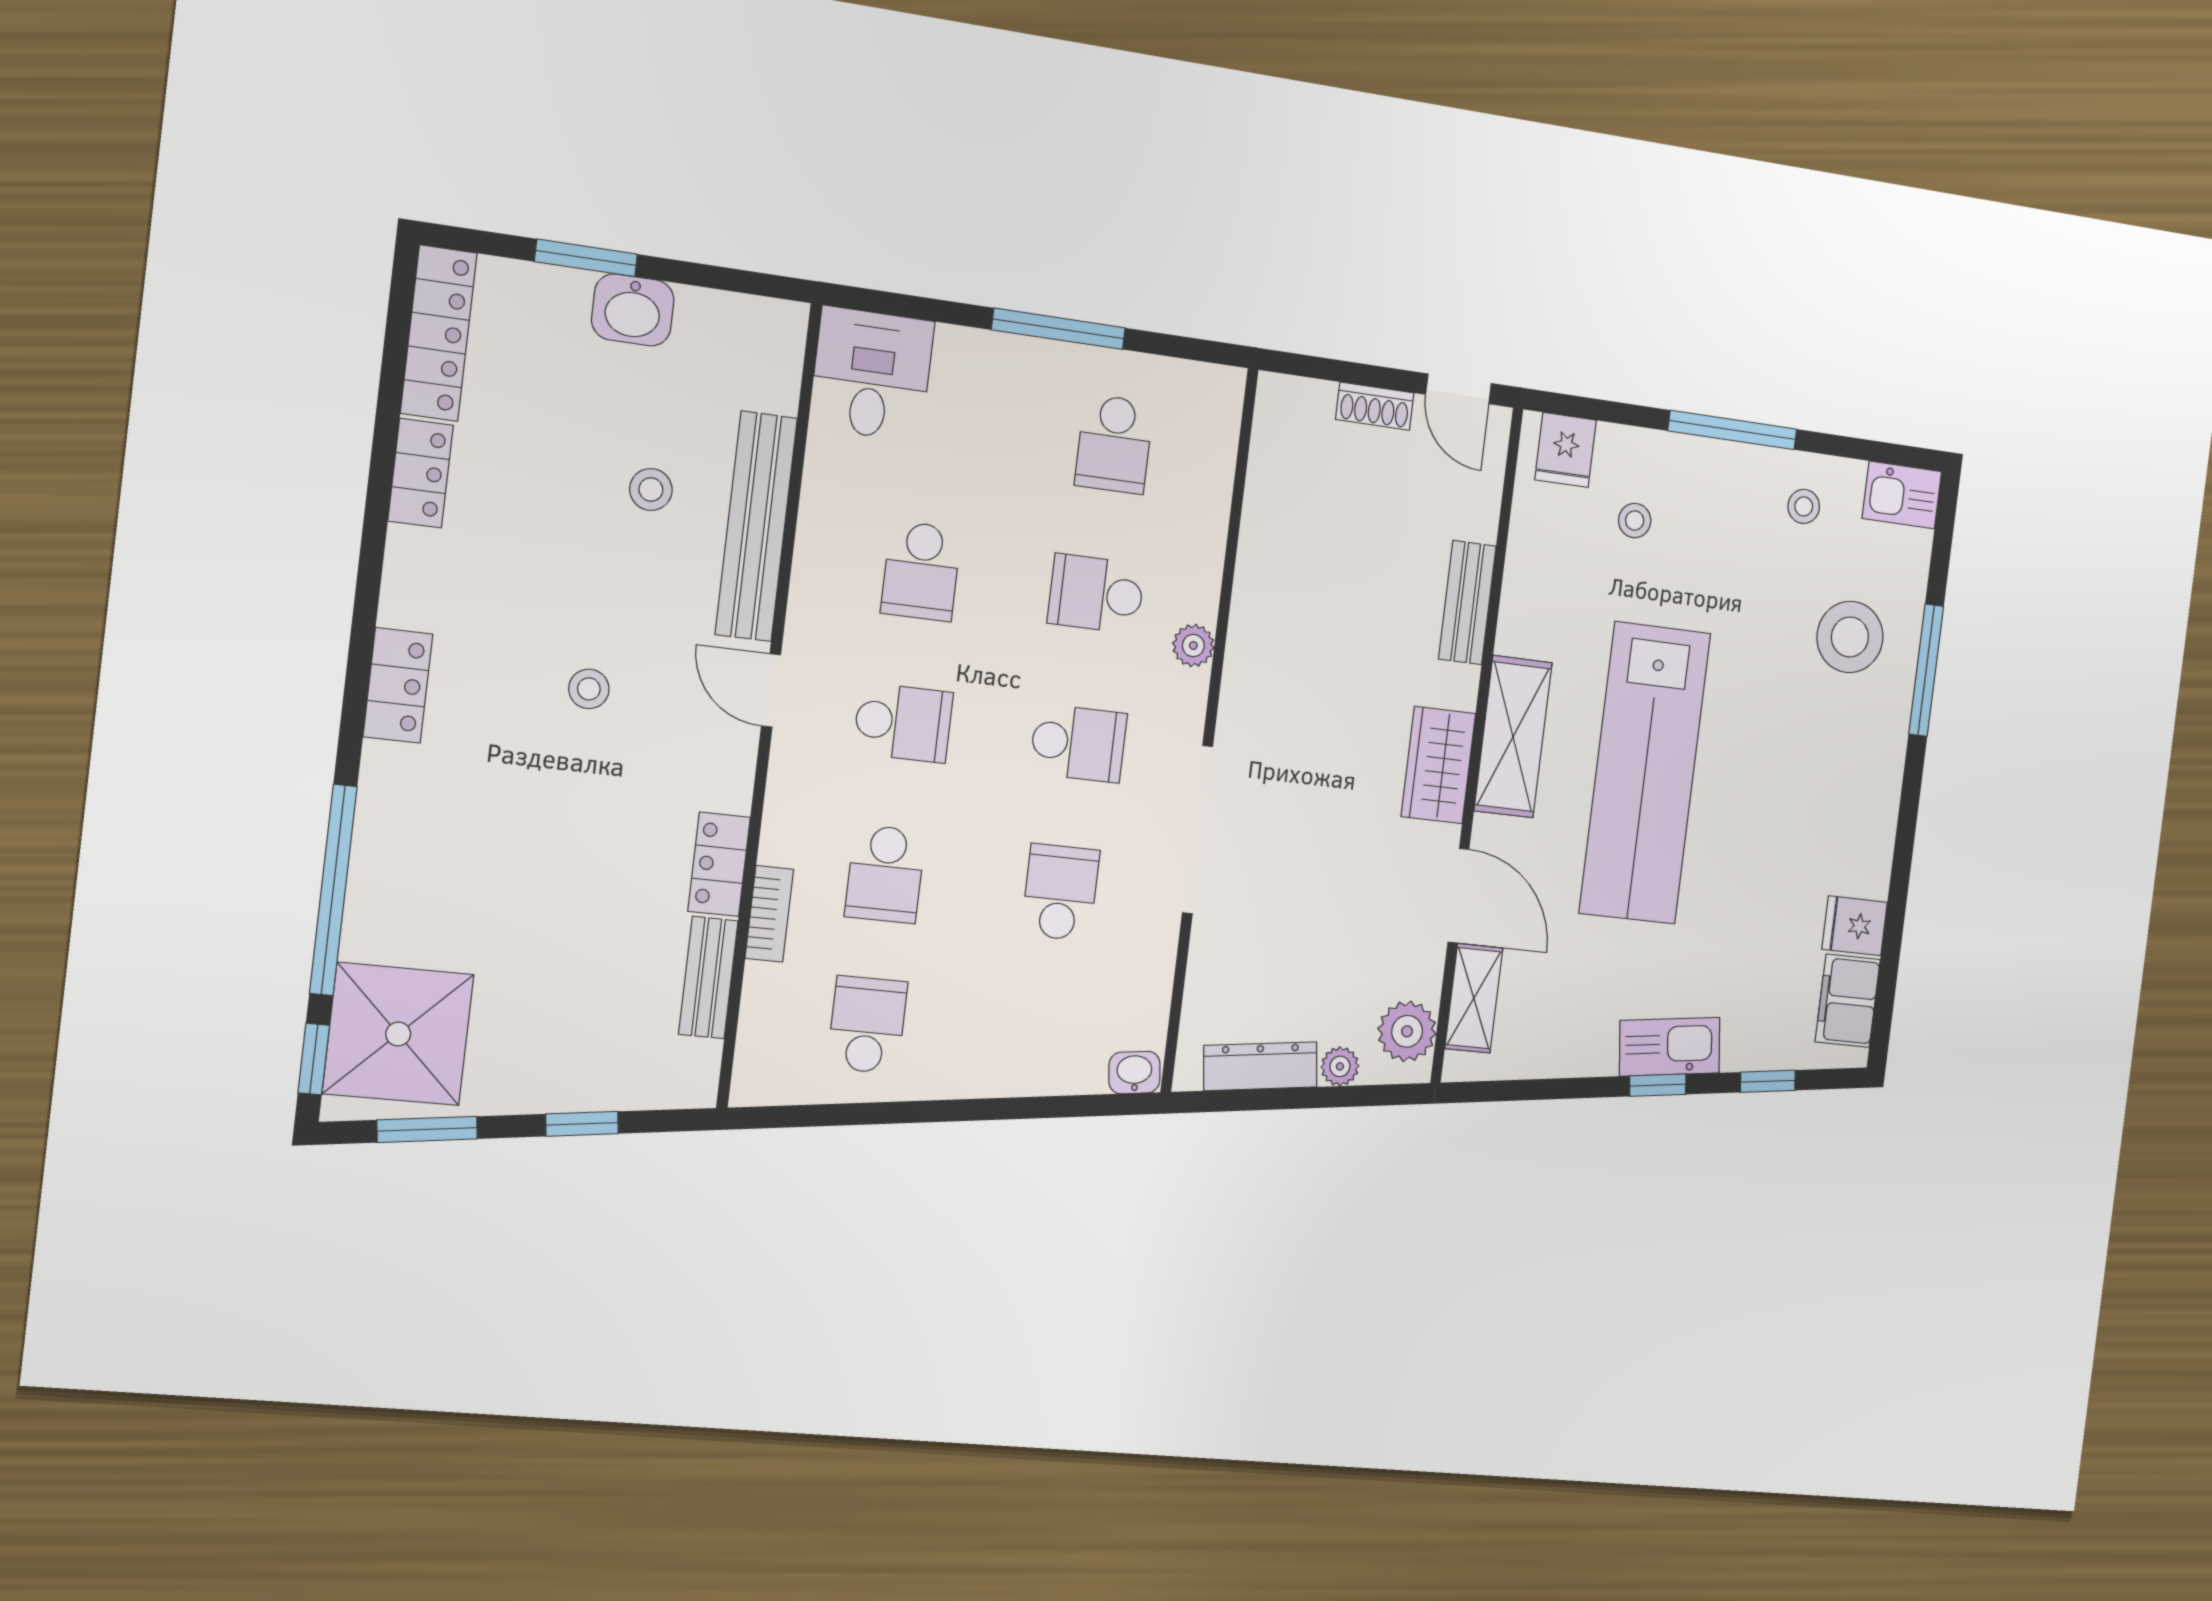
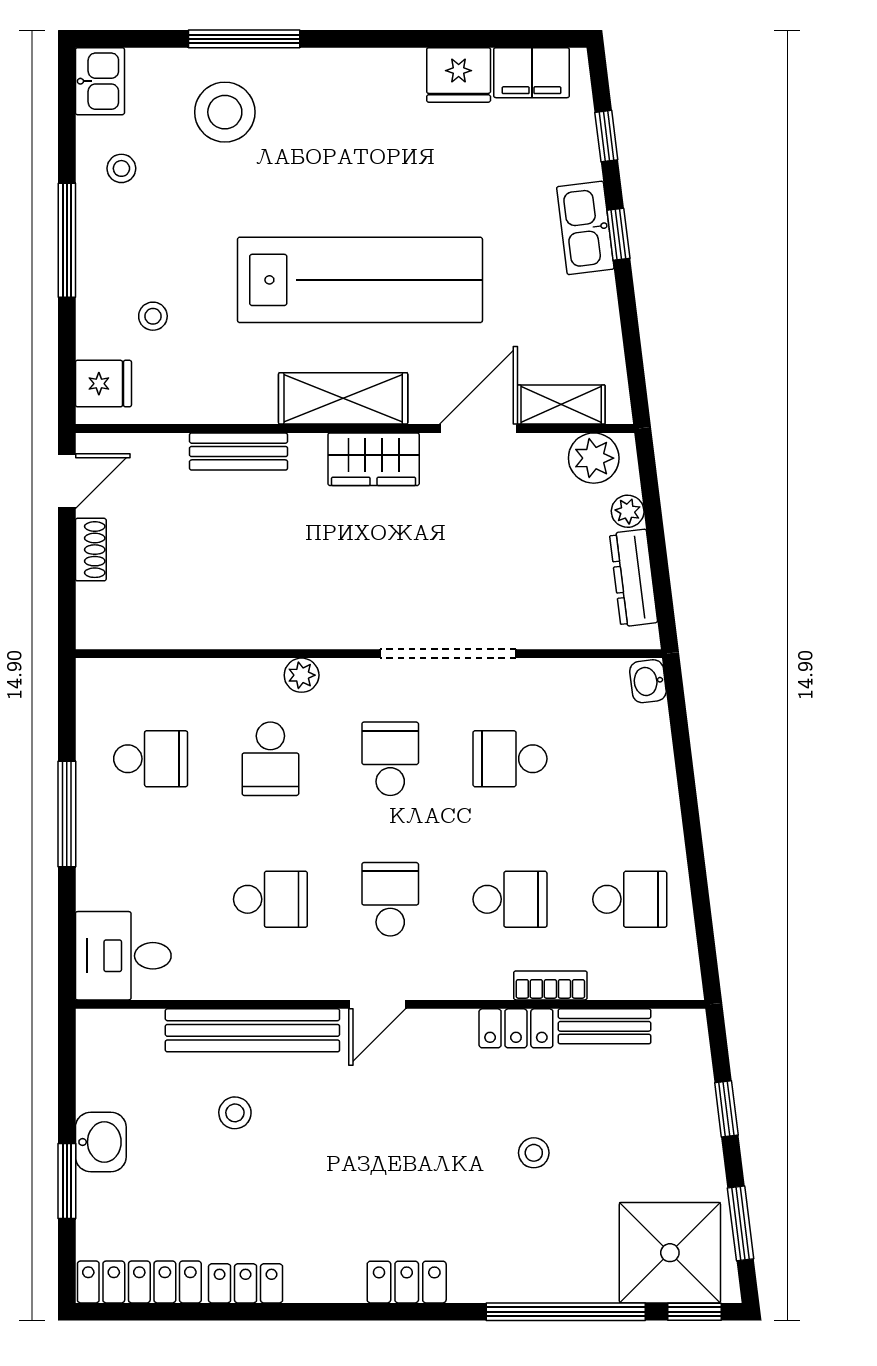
stool: (589, 689) -> (534, 1153), moved
fridge: (1855, 926) -> (459, 75), width x1.38
school desk: (867, 1025) -> (630, 899), turned 180

